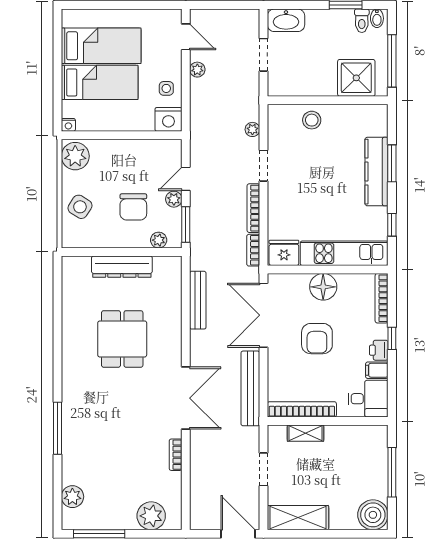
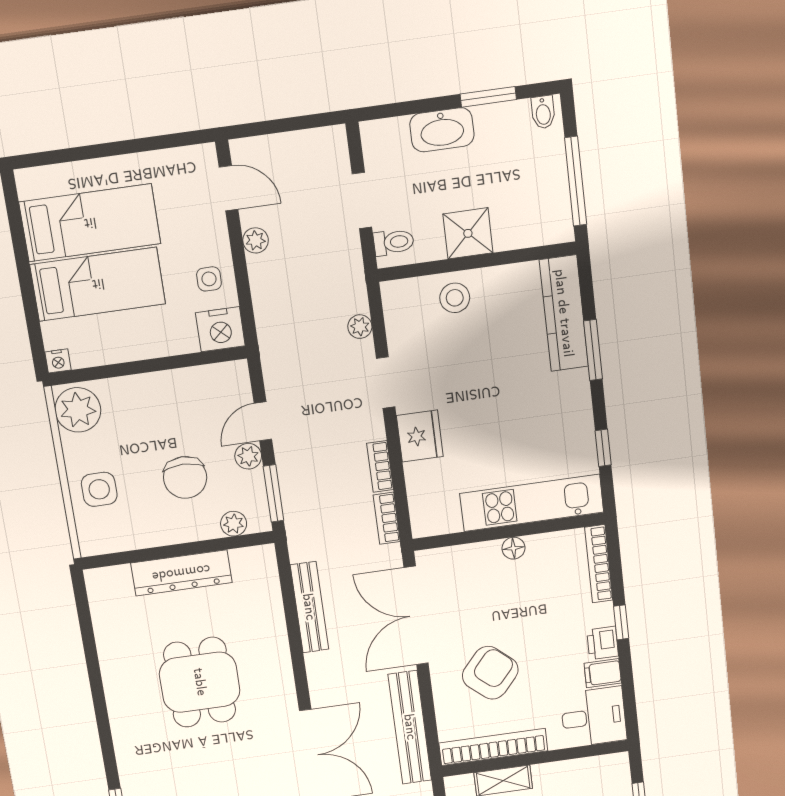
washbasin: (286, 20) -> (442, 130), moved
toilet: (362, 21) -> (394, 242), moved, turned -90
shower: (356, 78) -> (468, 233), moved, width x0.73, depth x0.73
kitchen counter: (377, 172) -> (564, 313), moved
side table: (80, 207) -> (99, 489), turned -32
bookcase: (253, 208) -> (380, 466), width x0.64
fridge: (284, 253) -> (420, 436), moved, turned 90
floor lamp: (323, 287) -> (513, 548), width x0.53, depth x0.53
armchair: (317, 339) -> (490, 673), moved, turned -139

